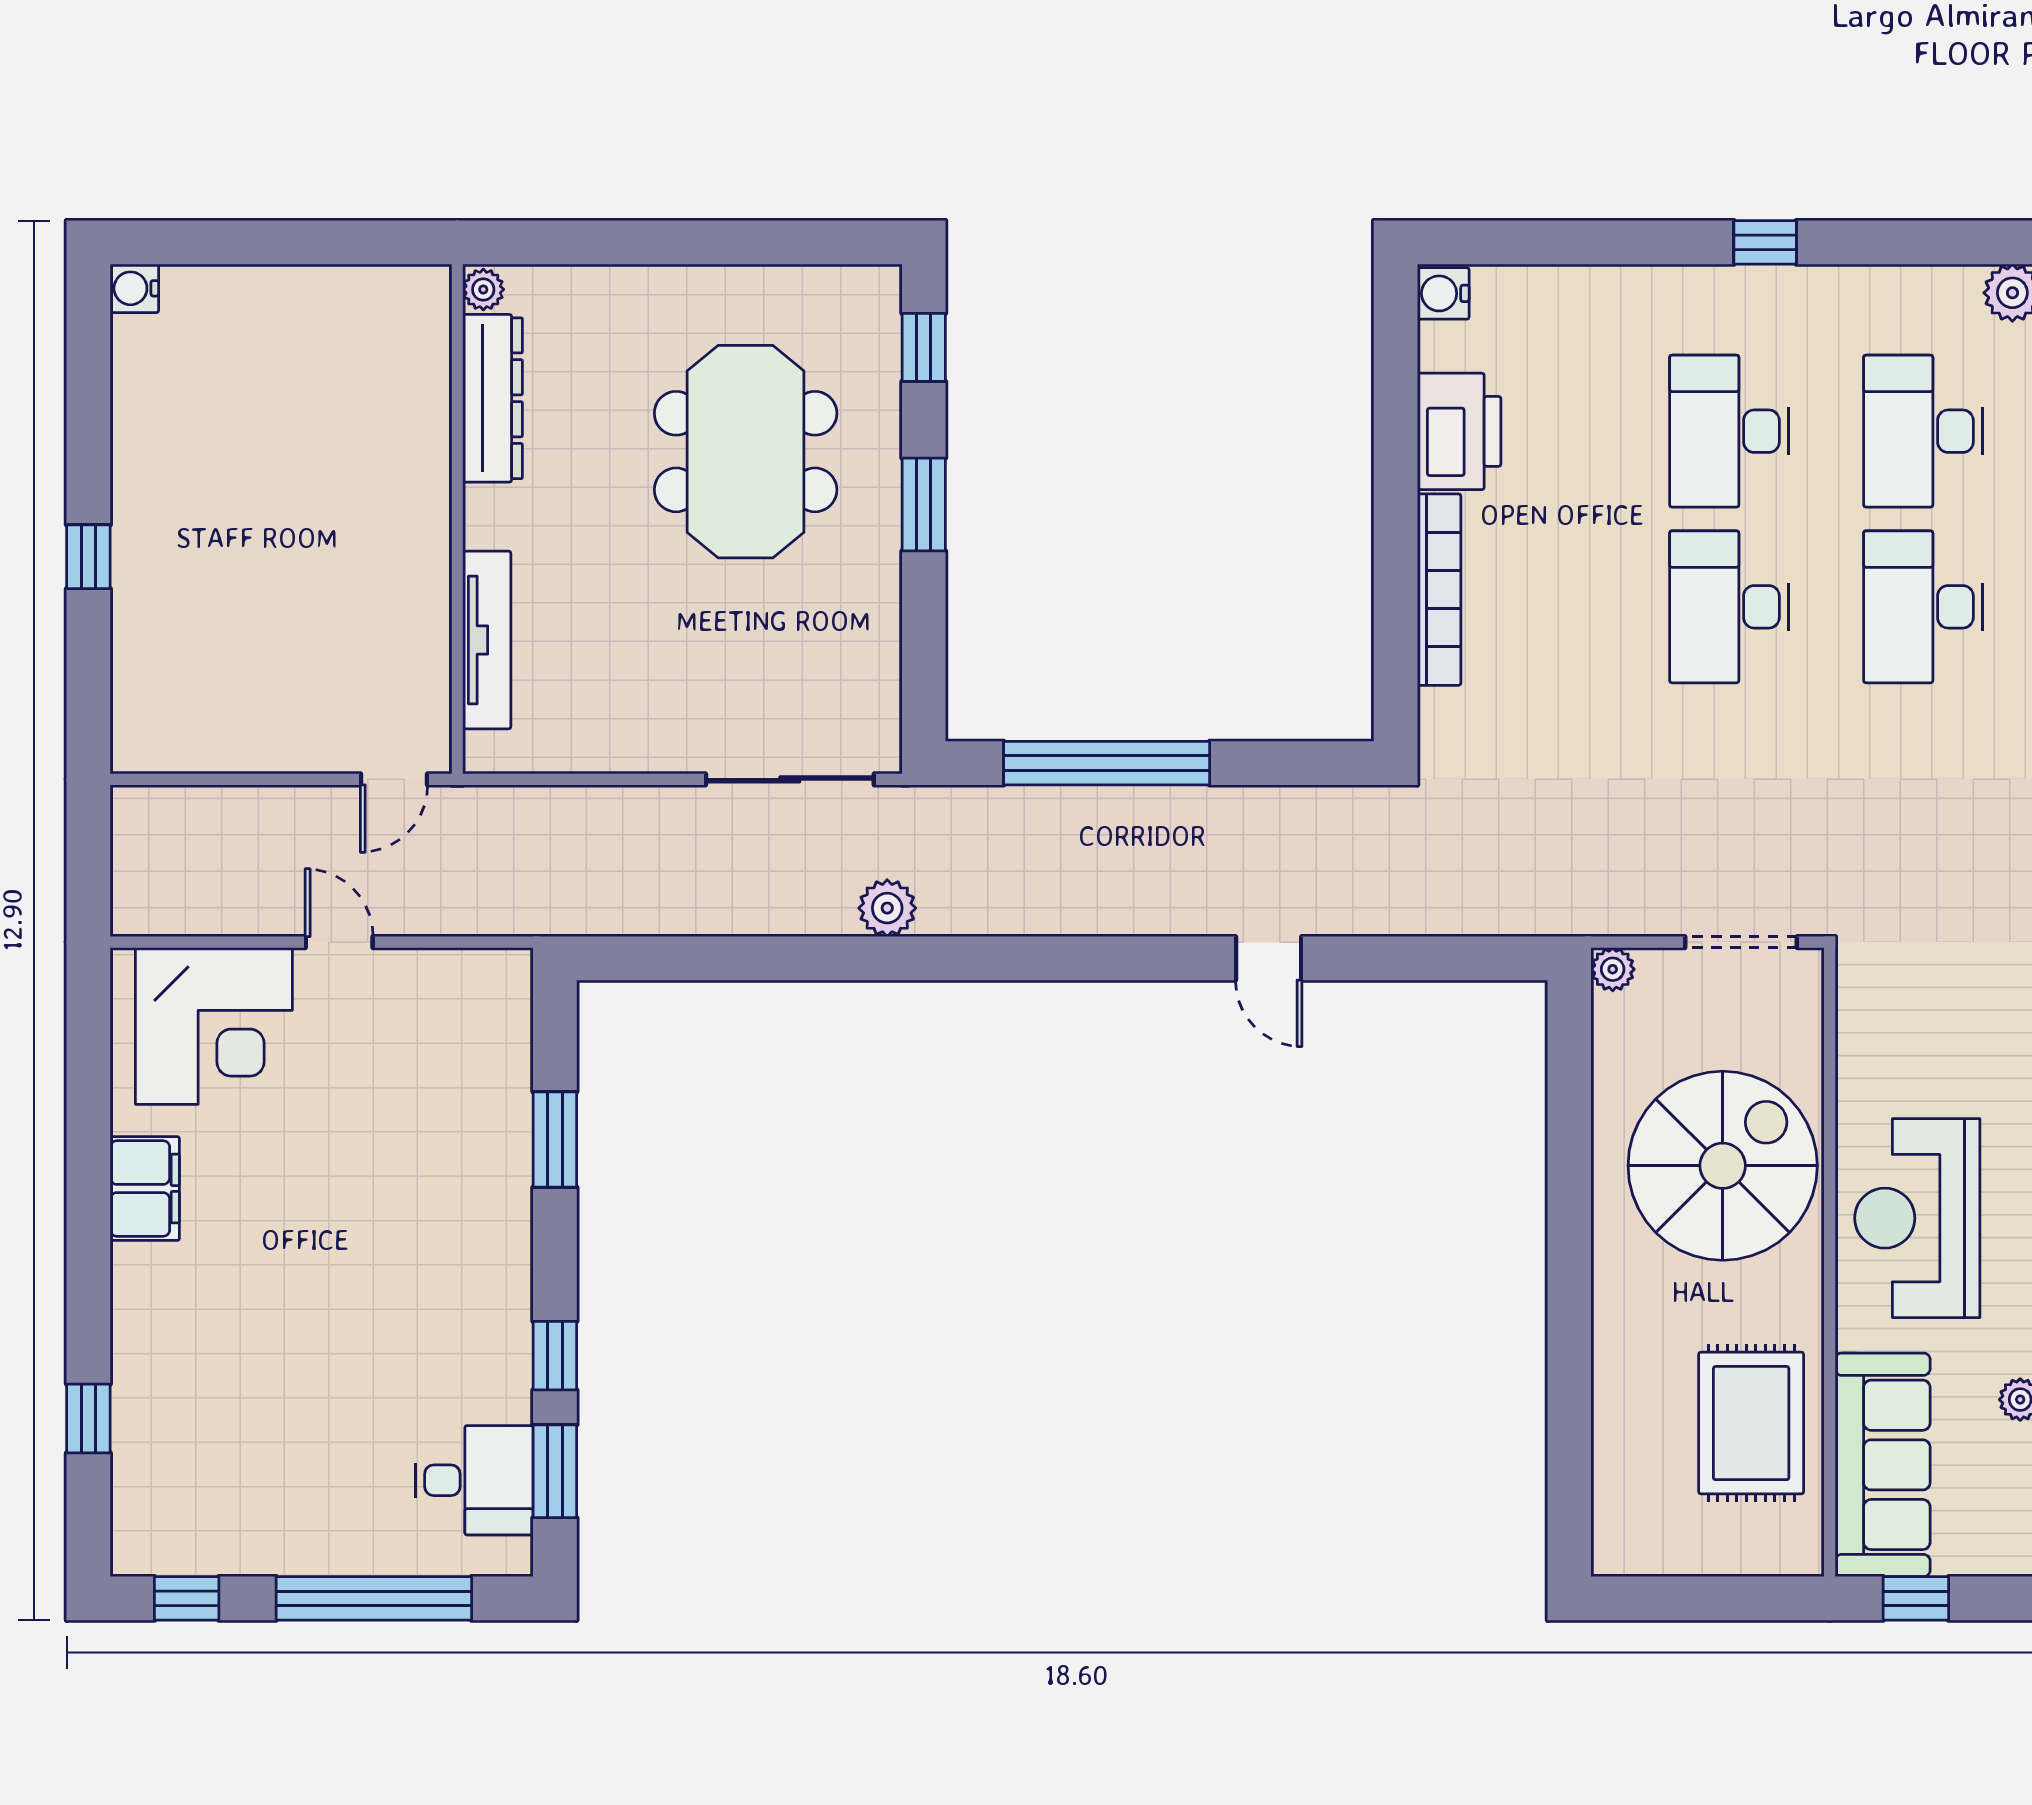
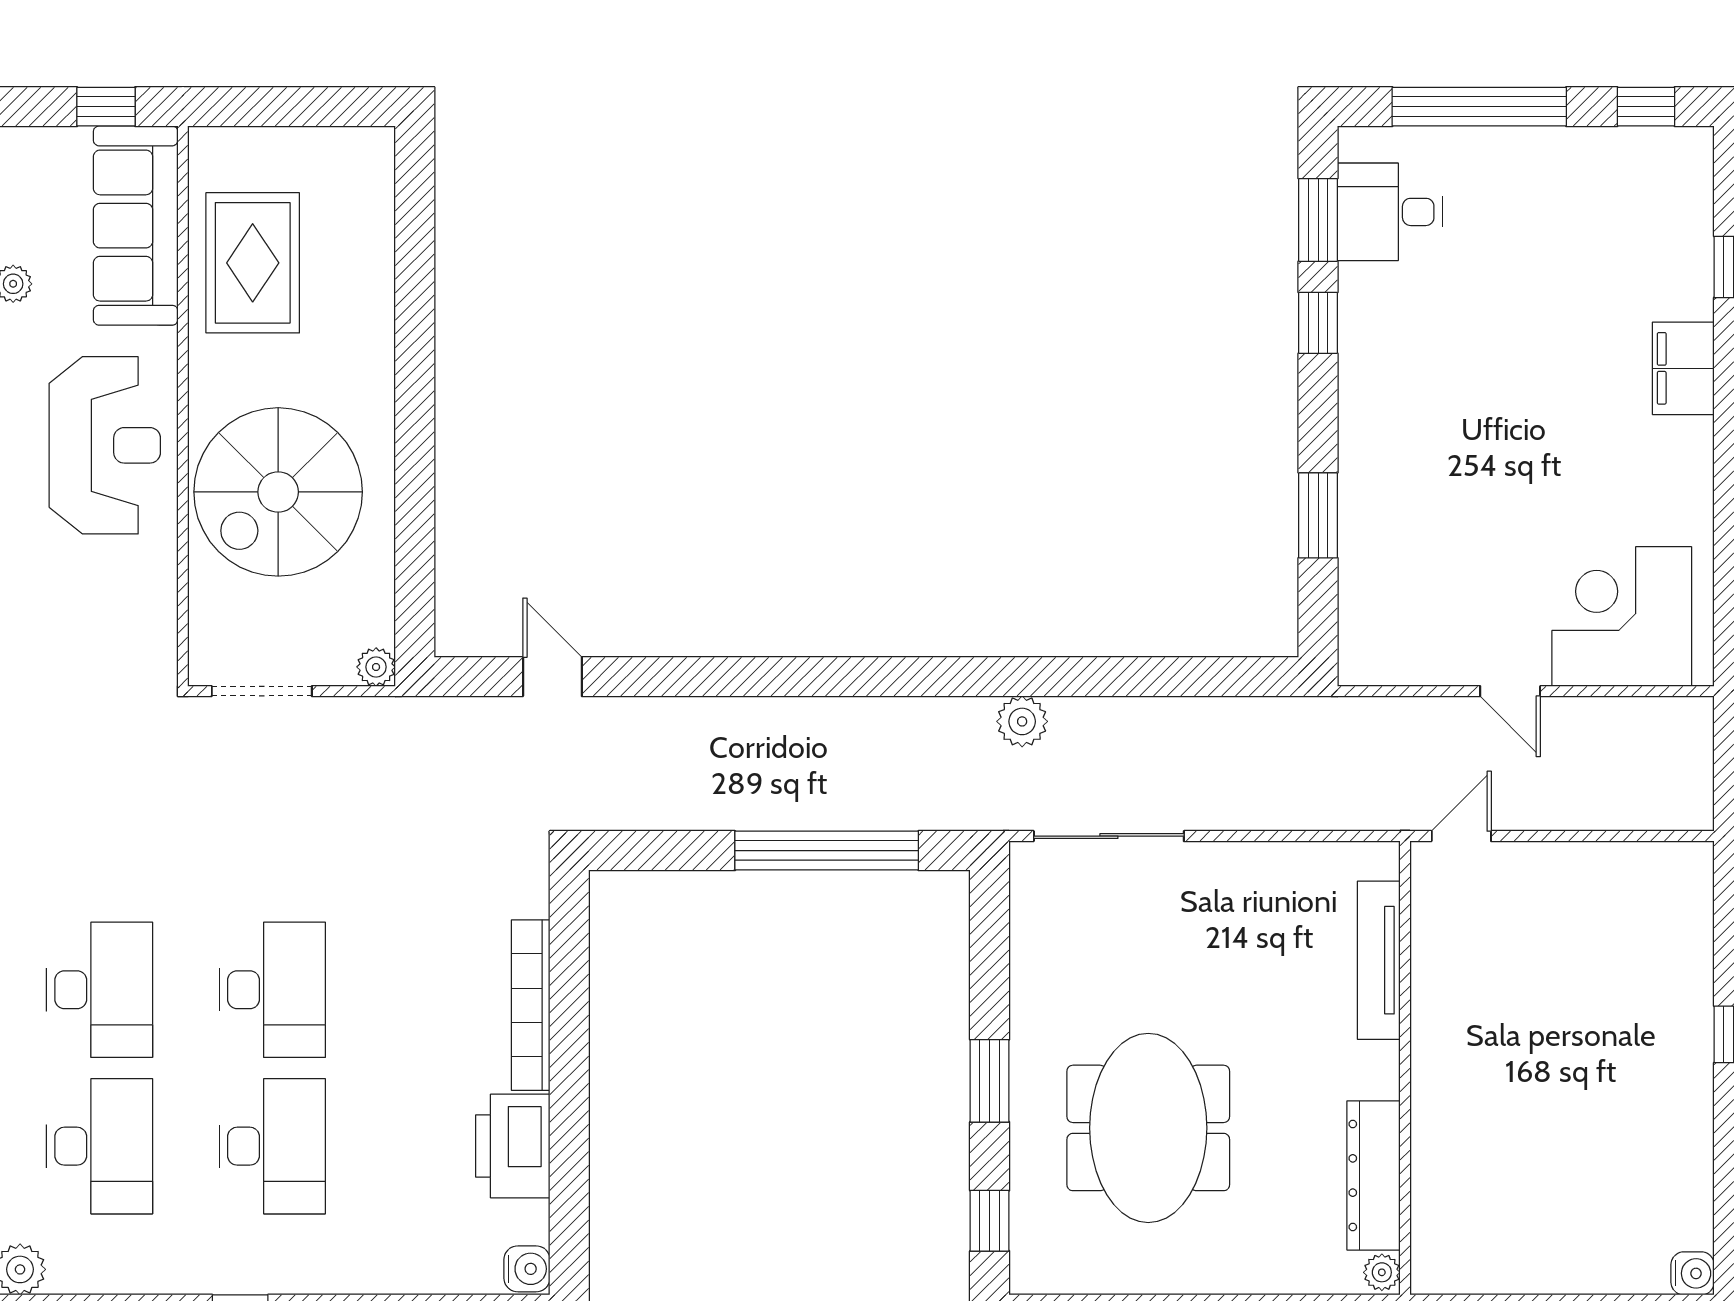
door: (1269, 958) -> (552, 677), moved
filing cabinet: (145, 1189) -> (1683, 368), moved

